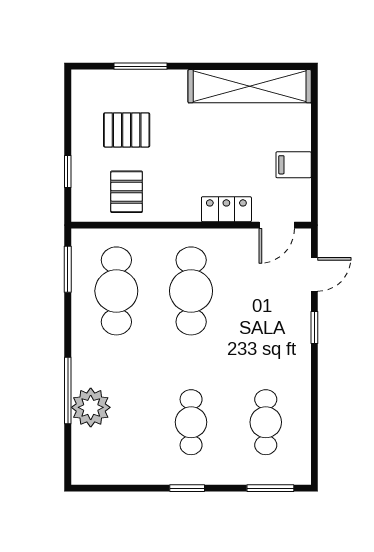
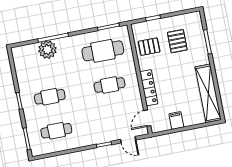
locker: (226, 209) -> (149, 88), width x1.53
door: (277, 225) -> (147, 118), hinge flipped
cafe table: (191, 291) -> (110, 85), width x0.73, depth x0.74

